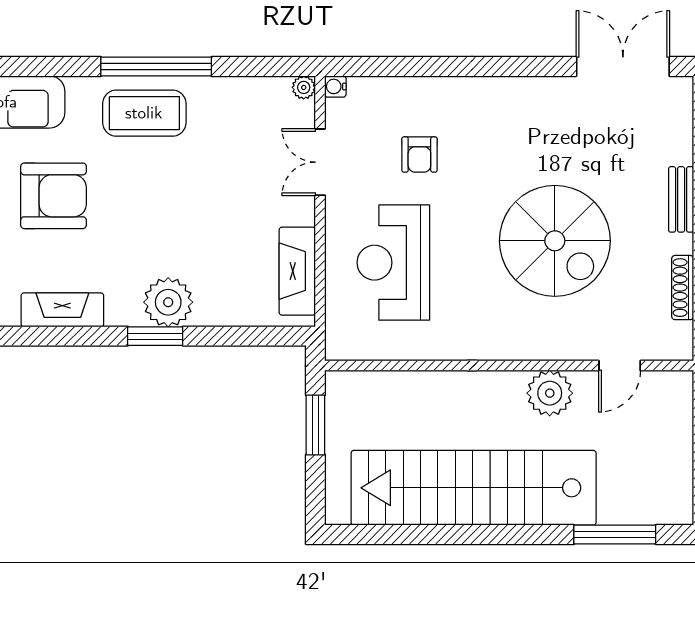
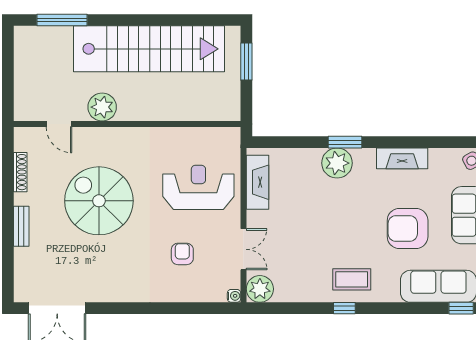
window: (156, 66) -> (344, 308), width x0.32
plant: (304, 87) -> (260, 289), width x1.88, depth x1.88
coffee table: (144, 113) -> (352, 279), width x0.73, depth x0.76
reception desk: (393, 263) -> (198, 187), turned -90
door: (620, 366) -> (59, 124), swing flipped
window: (315, 425) -> (246, 62), moved

